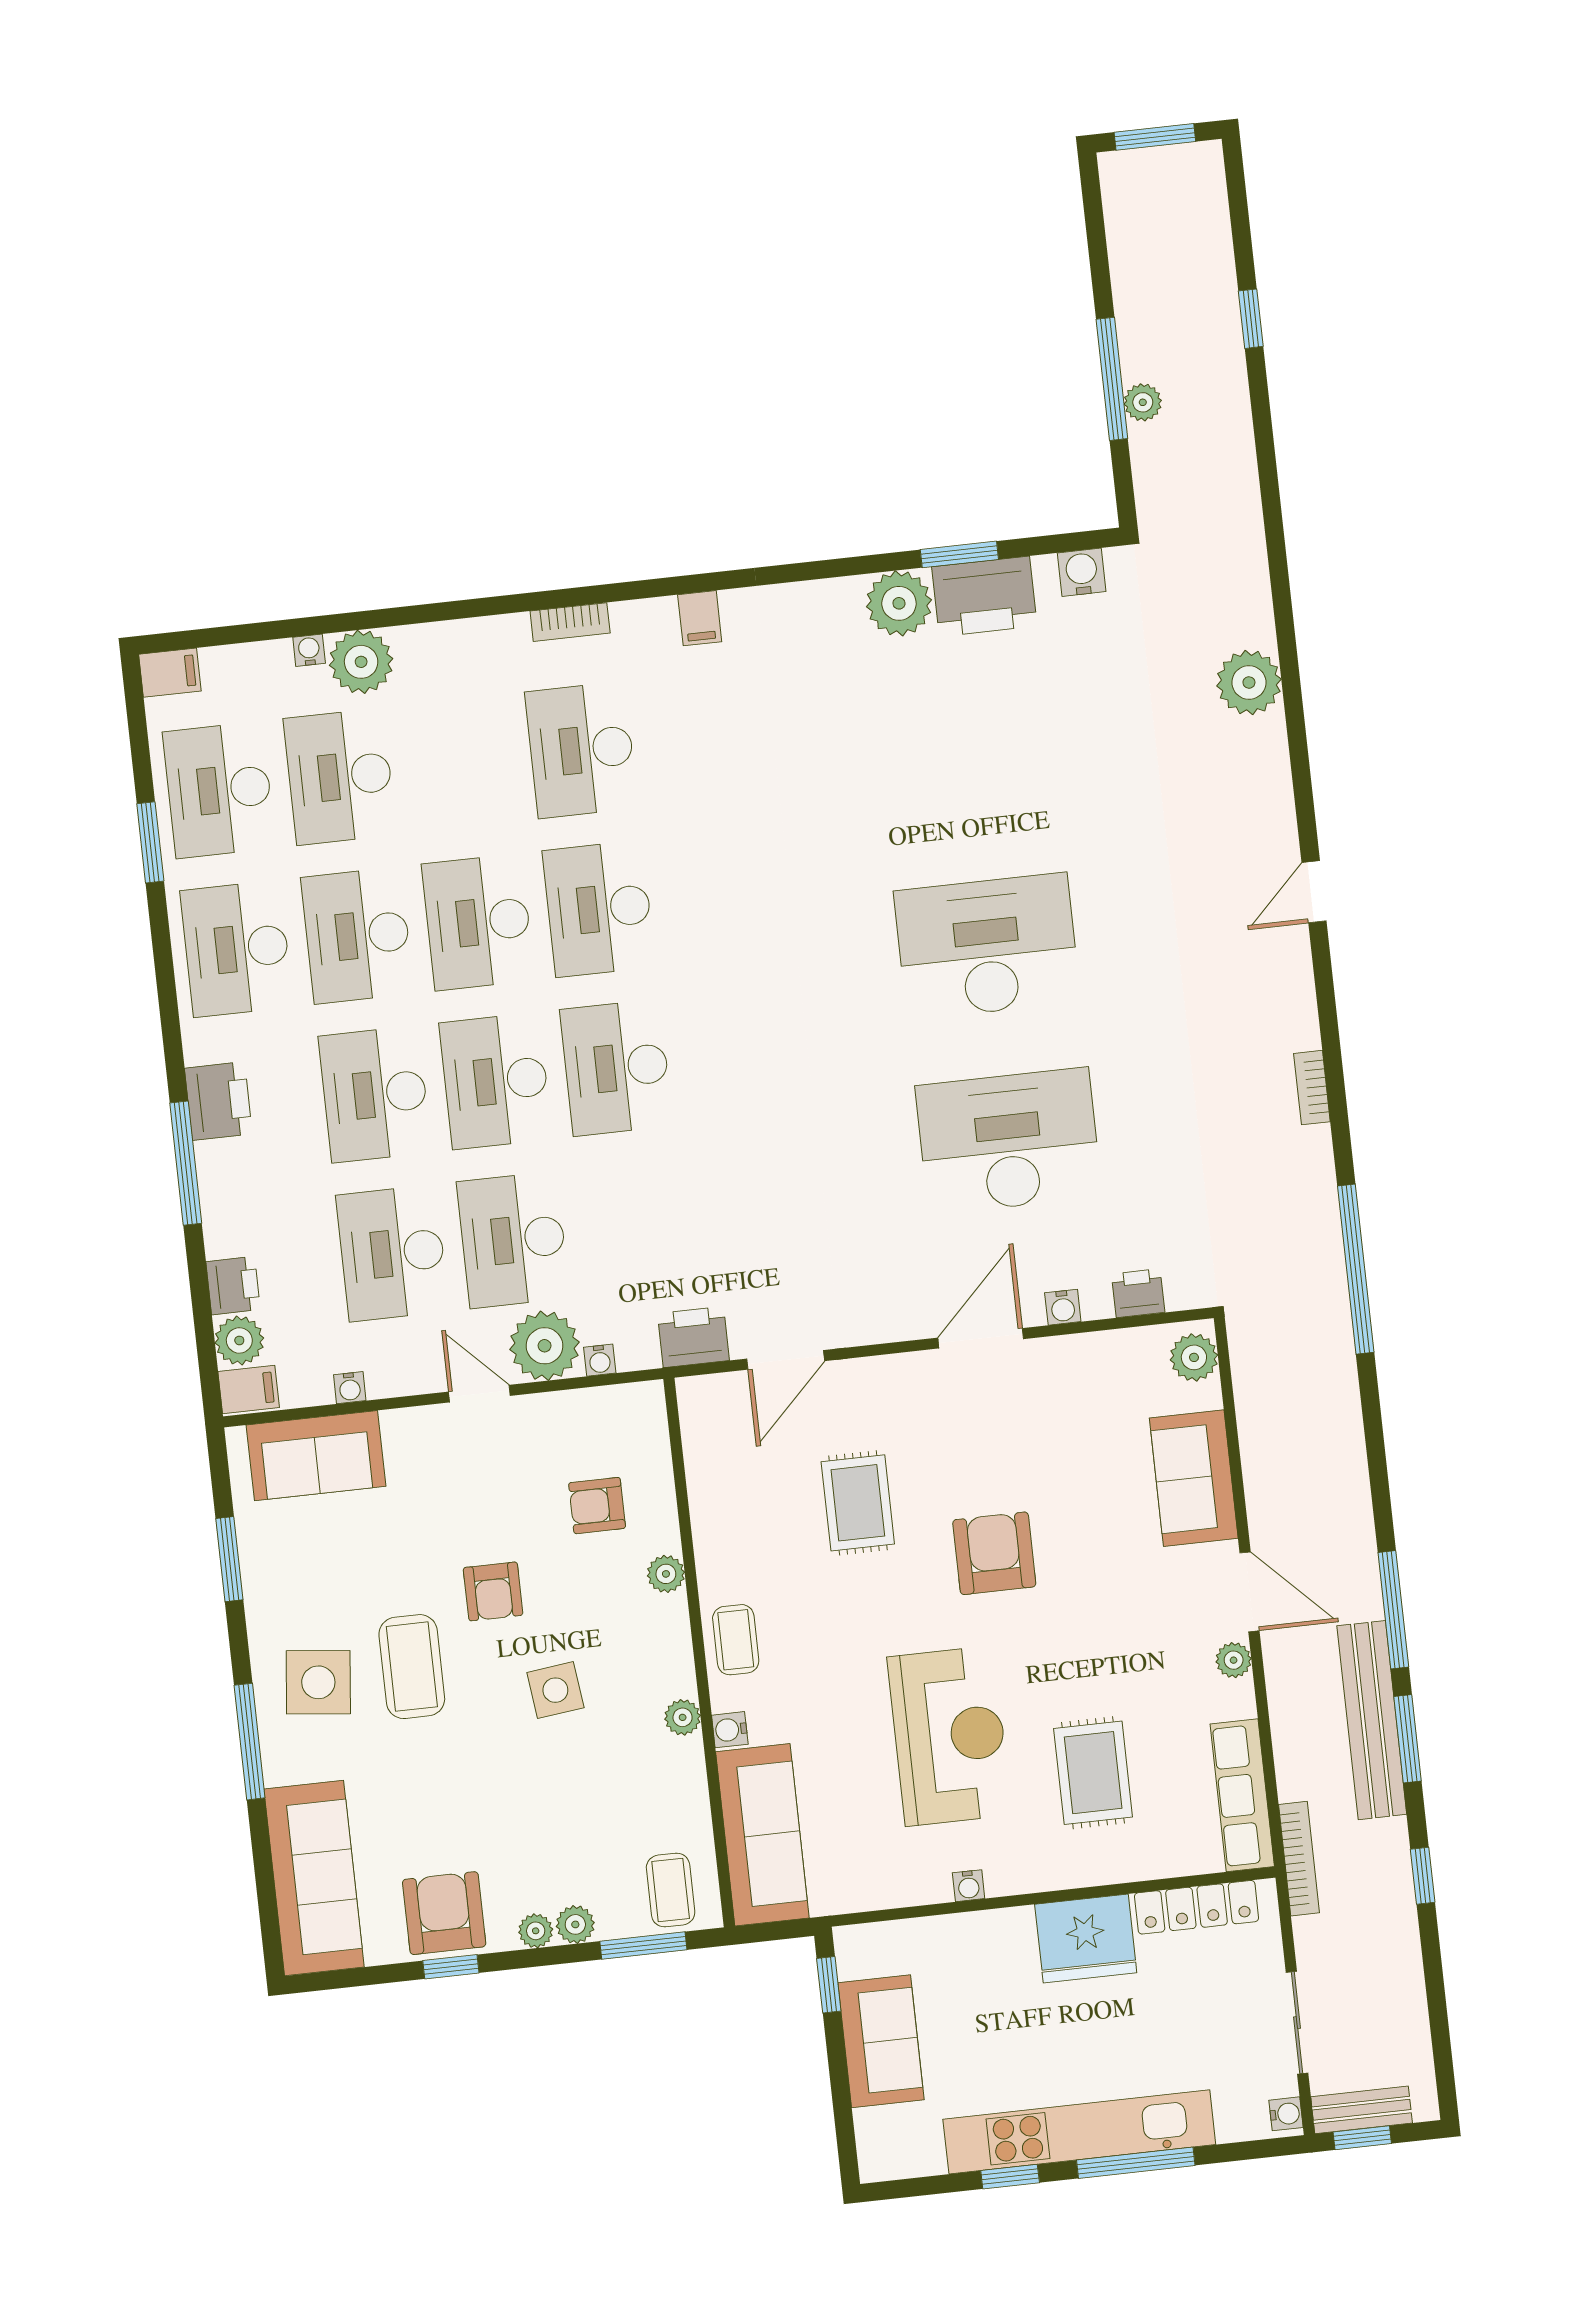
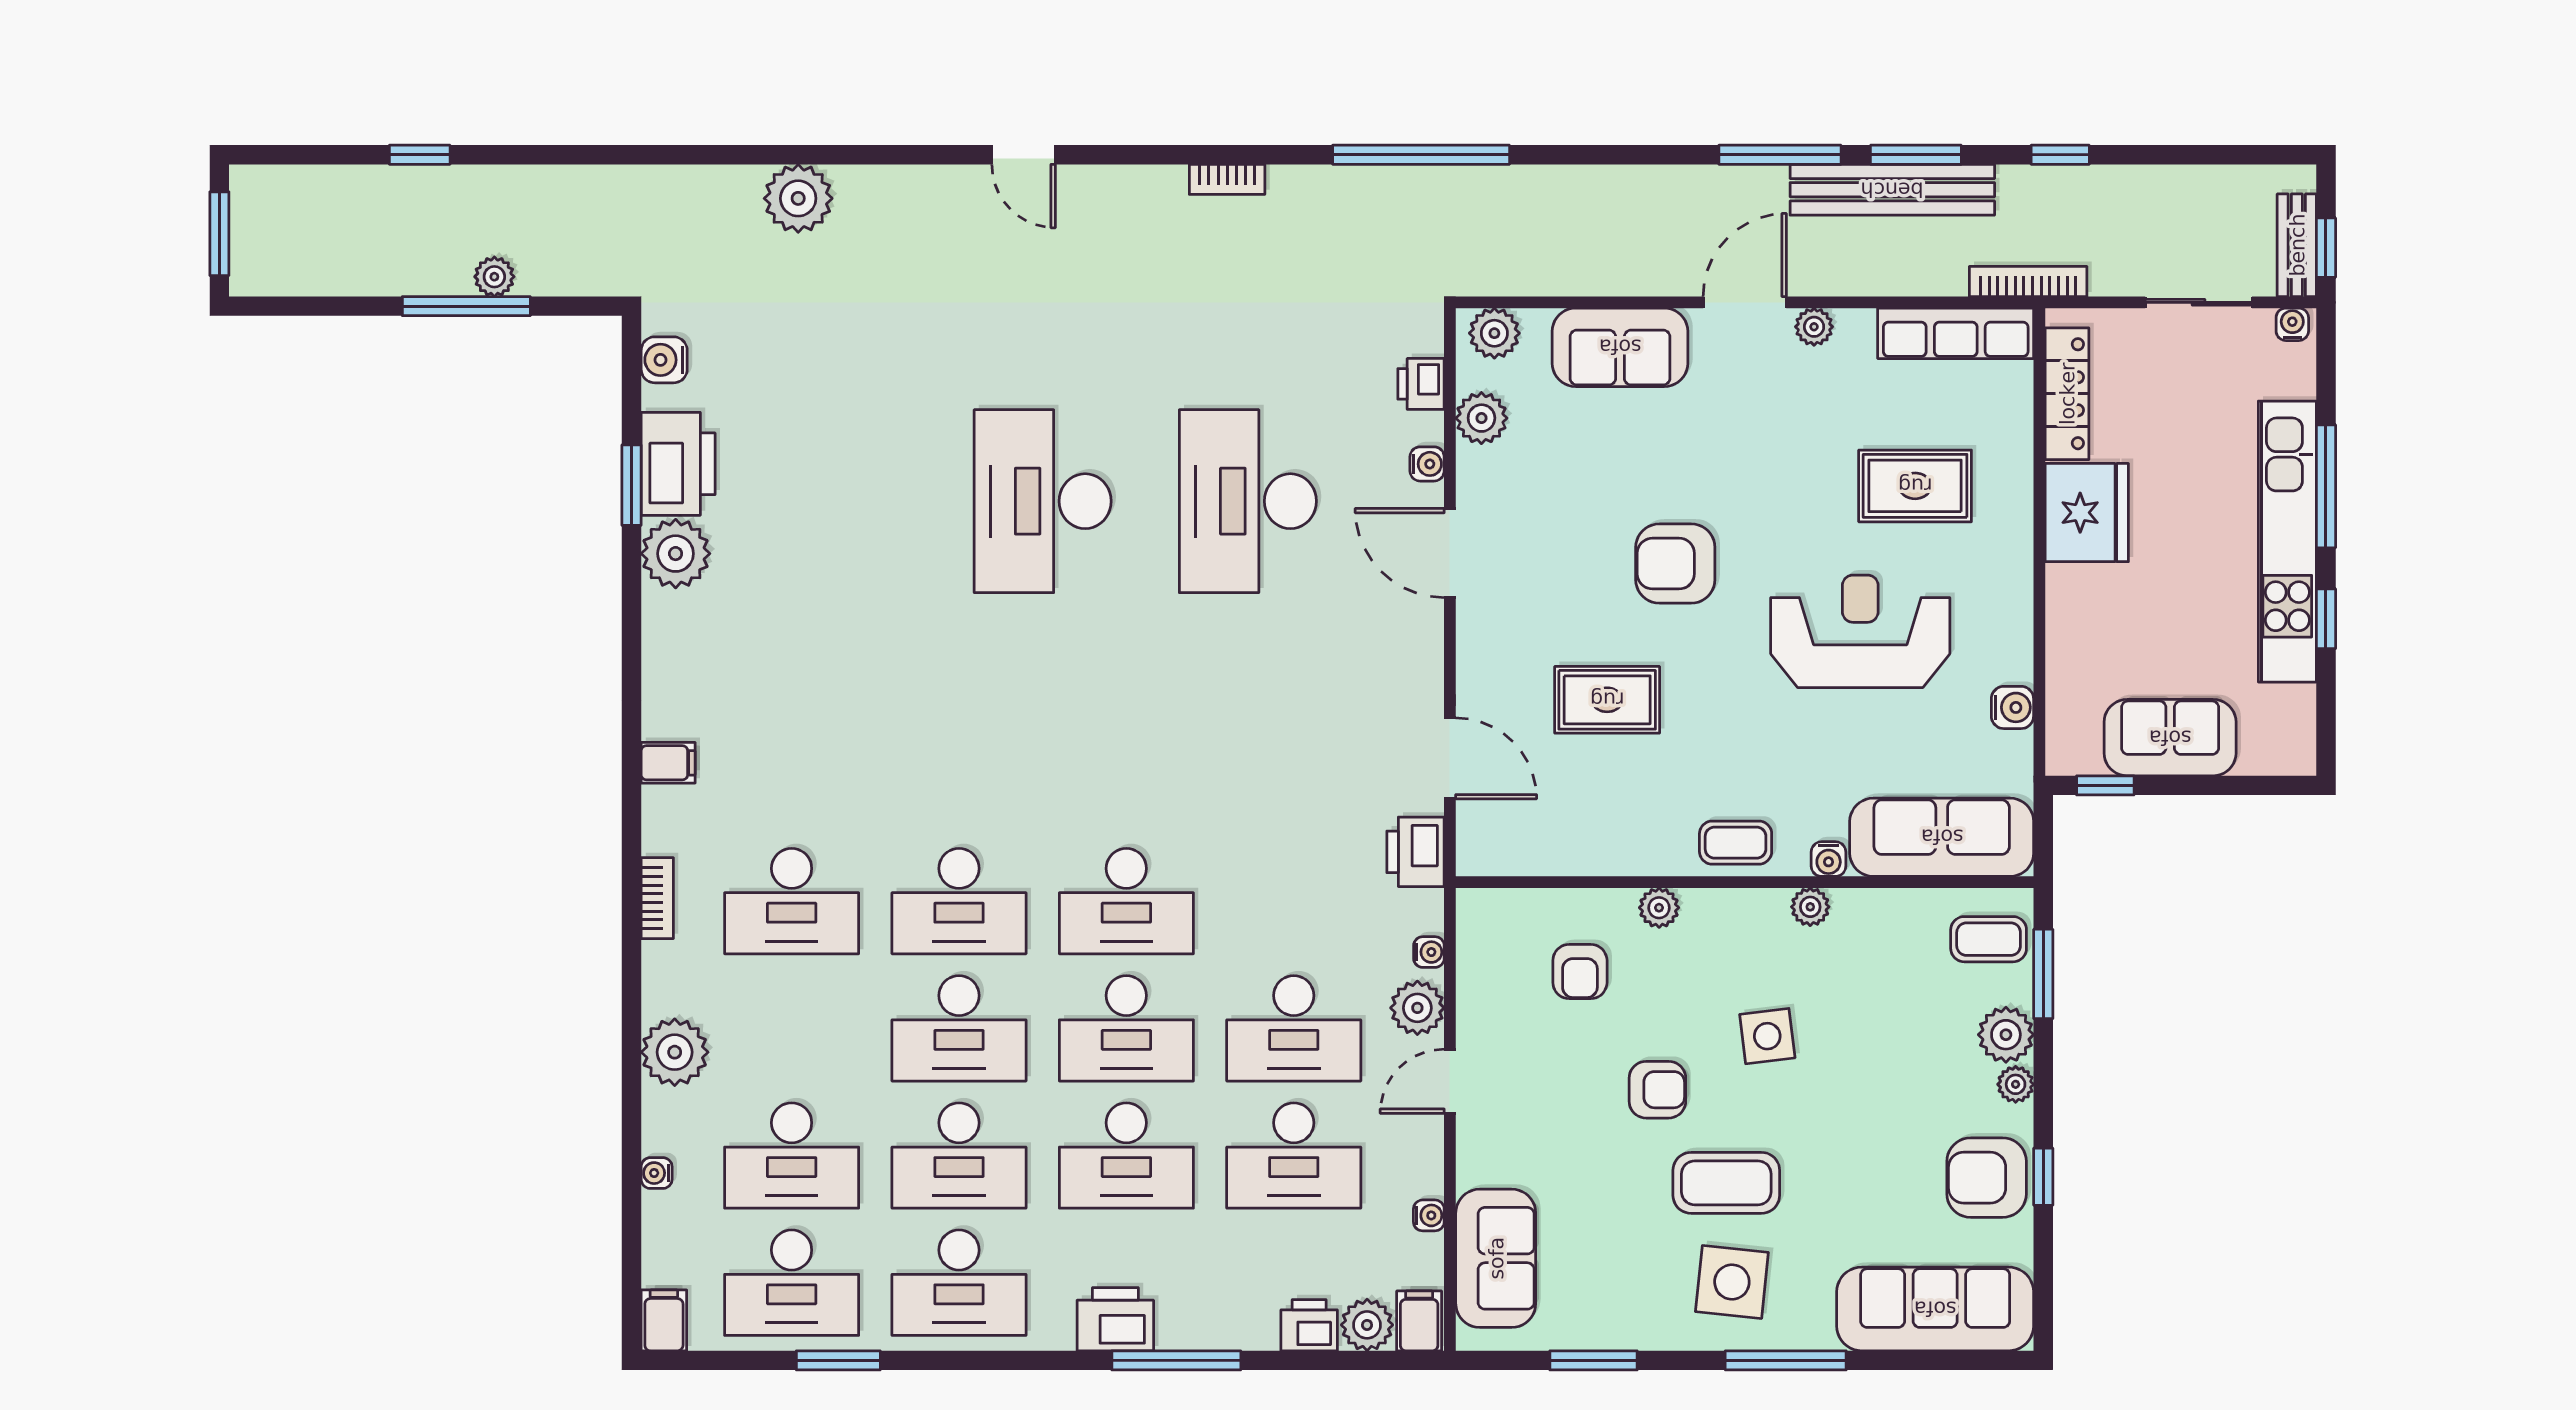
plant: (361, 662) -> (675, 1052), moved
plant: (545, 1346) -> (1417, 1008), width x0.73, depth x0.73
plant: (1112, 1354) -> (1481, 418), added
water cooler: (969, 1886) -> (2012, 707), moved, width x1.38, depth x1.38
plant: (575, 1924) -> (2006, 1035), width x1.38, depth x1.38

